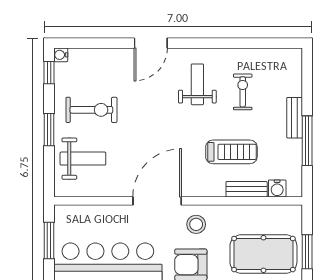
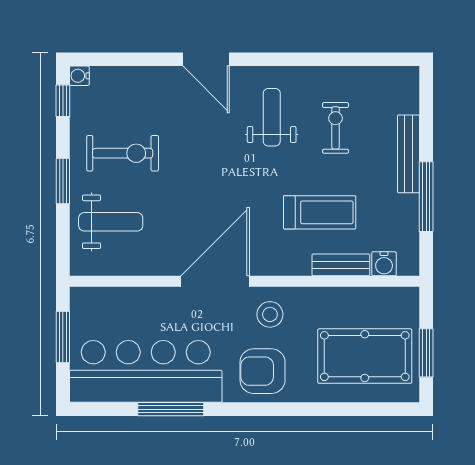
door: (151, 43) -> (206, 59), hinge flipped
bench: (295, 118) -> (409, 154), width x1.36

